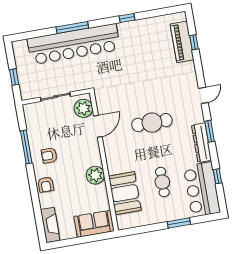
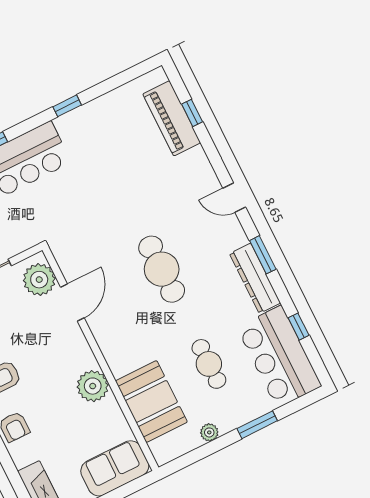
door: (203, 95) -> (234, 198), swing flipped
cafe table: (152, 123) -> (162, 269), turned 90
plant: (151, 219) -> (209, 432), added

